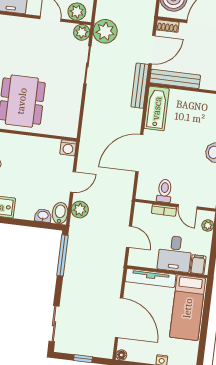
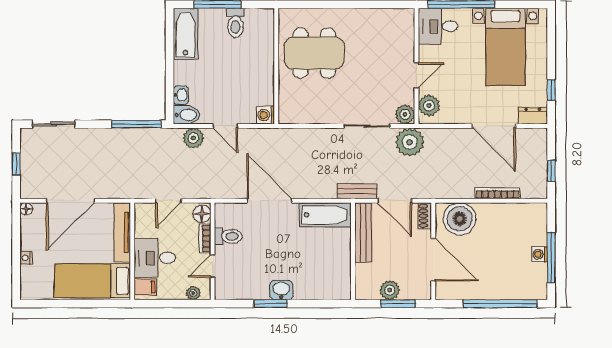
bench: (140, 86) -> (357, 191), width x0.73
floor lamp: (143, 210) -> (202, 214), added

